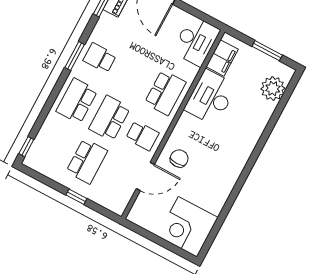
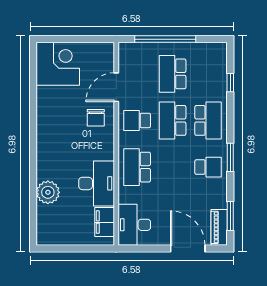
window: (267, 51) -> (70, 248), removed
plant: (273, 88) -> (48, 192), moved
school desk: (110, 118) -> (173, 120), turned 180
window: (26, 147) -> (230, 83), moved
window: (76, 197) -> (165, 39), width x3.17

